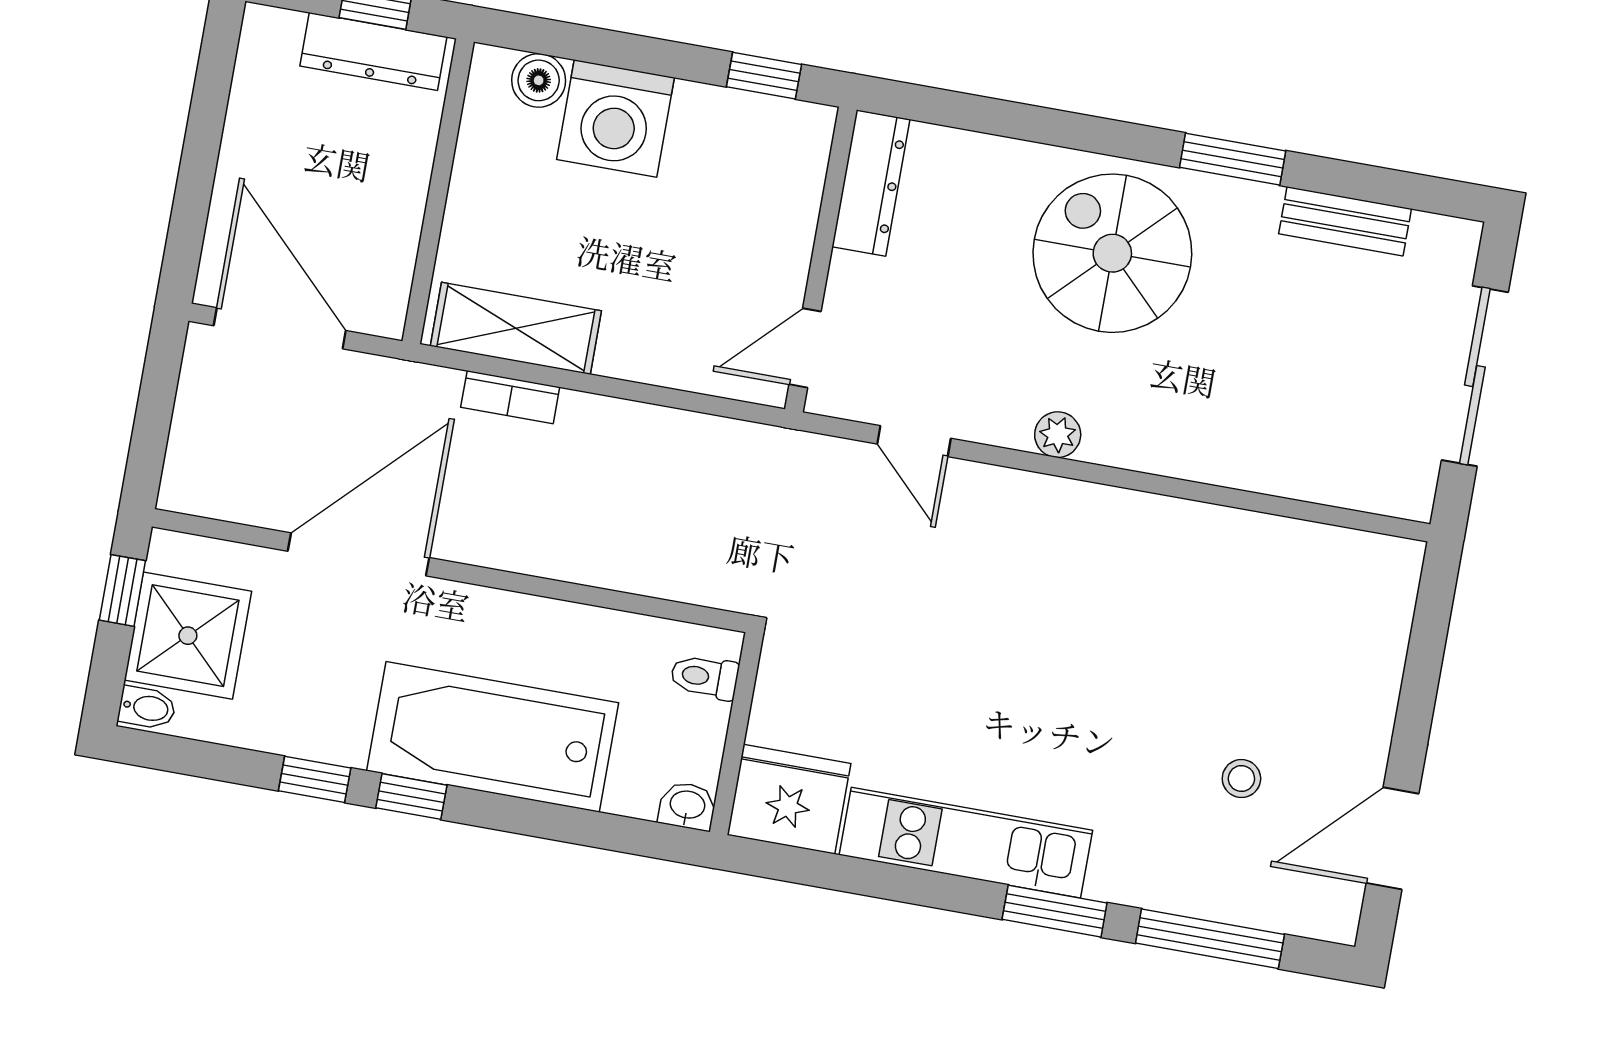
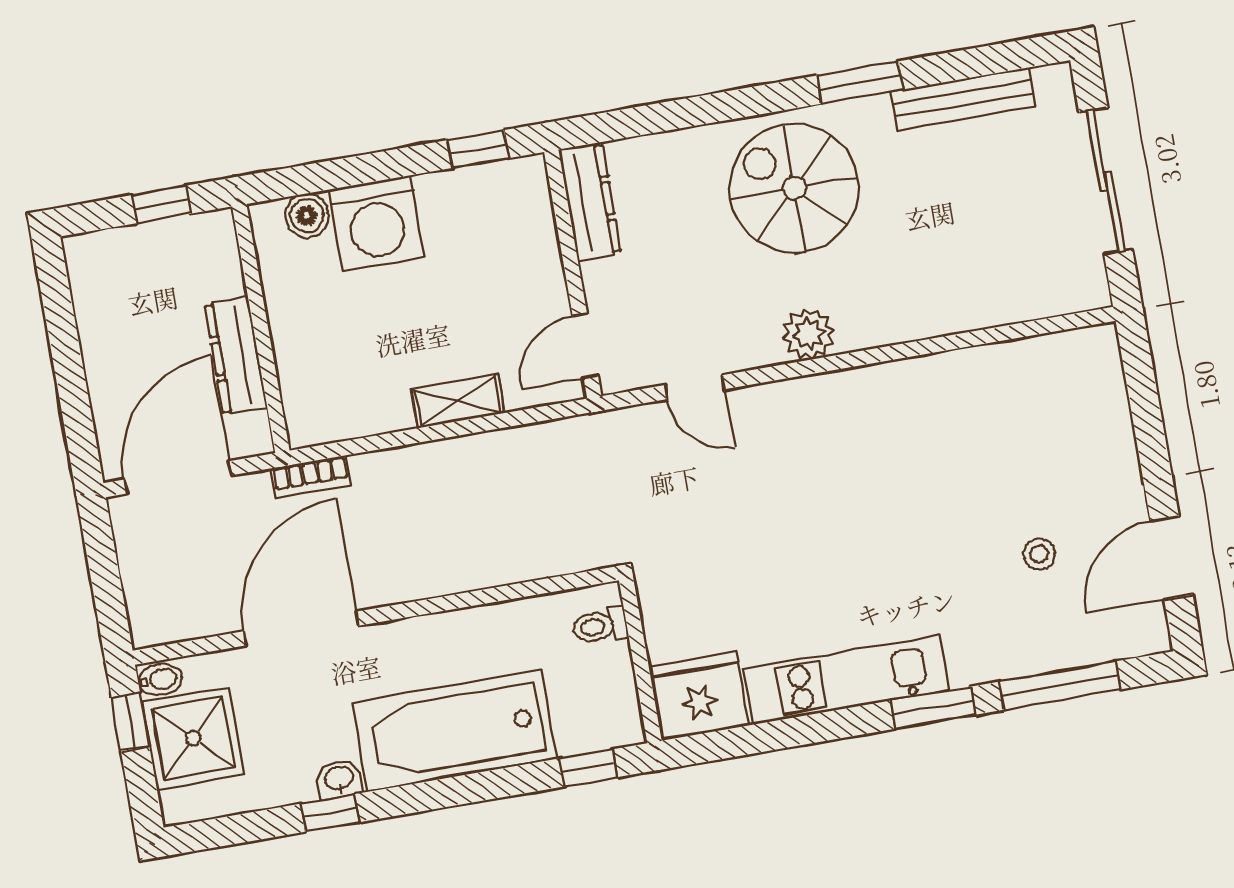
dresser: (373, 51) -> (236, 356), moved, turned 90
bench: (1345, 221) -> (963, 99), width x1.36
door: (280, 328) -> (178, 477), hinge flipped
shelving: (516, 328) -> (458, 401), moved, width x0.67, depth x0.75
bookcase: (510, 397) -> (311, 477), moved
plant: (1058, 435) -> (809, 334), width x1.38, depth x1.38
bidet: (147, 708) -> (160, 679), moved
window: (411, 797) -> (588, 768), moved
washbasin: (687, 806) -> (339, 779), moved

